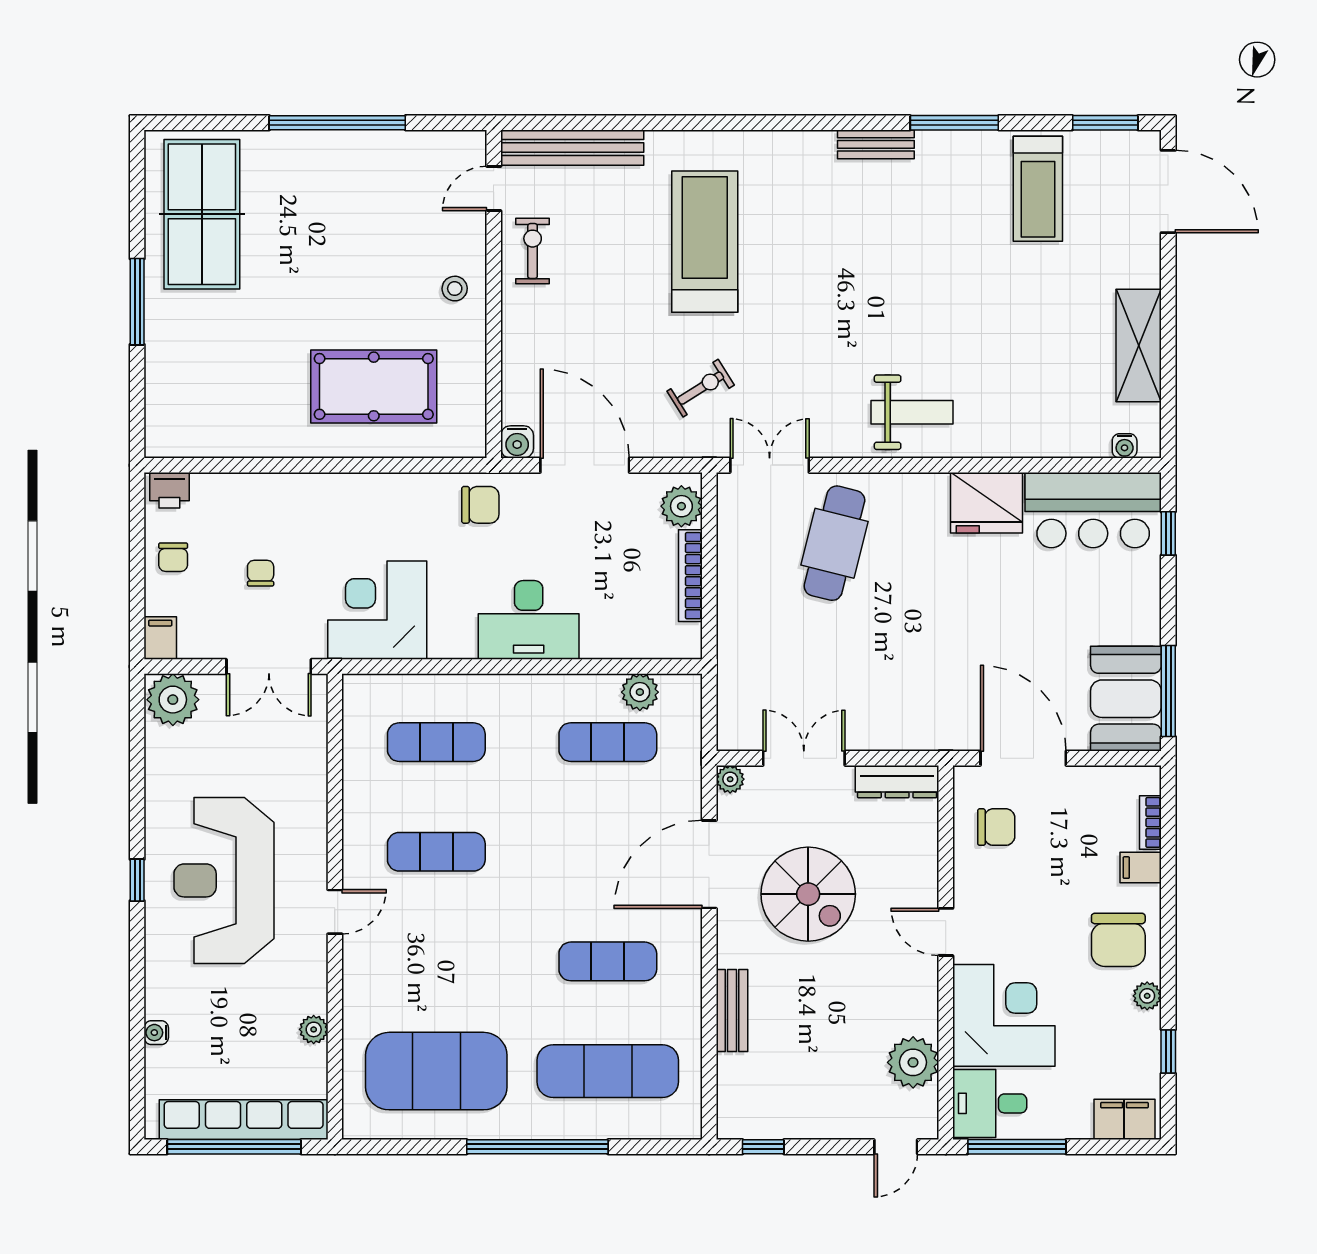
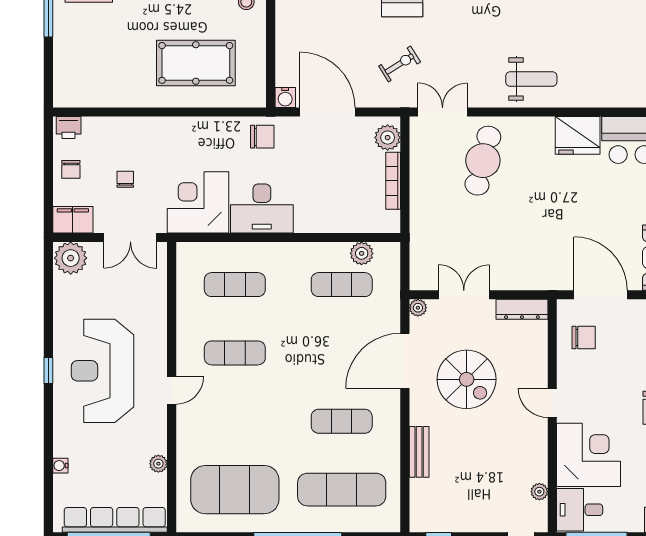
desk: (529, 620) -> (262, 208), moved
filing cabinet: (160, 638) -> (73, 220), width x2.00
plant: (913, 1062) -> (539, 492), width x0.53, depth x0.53

